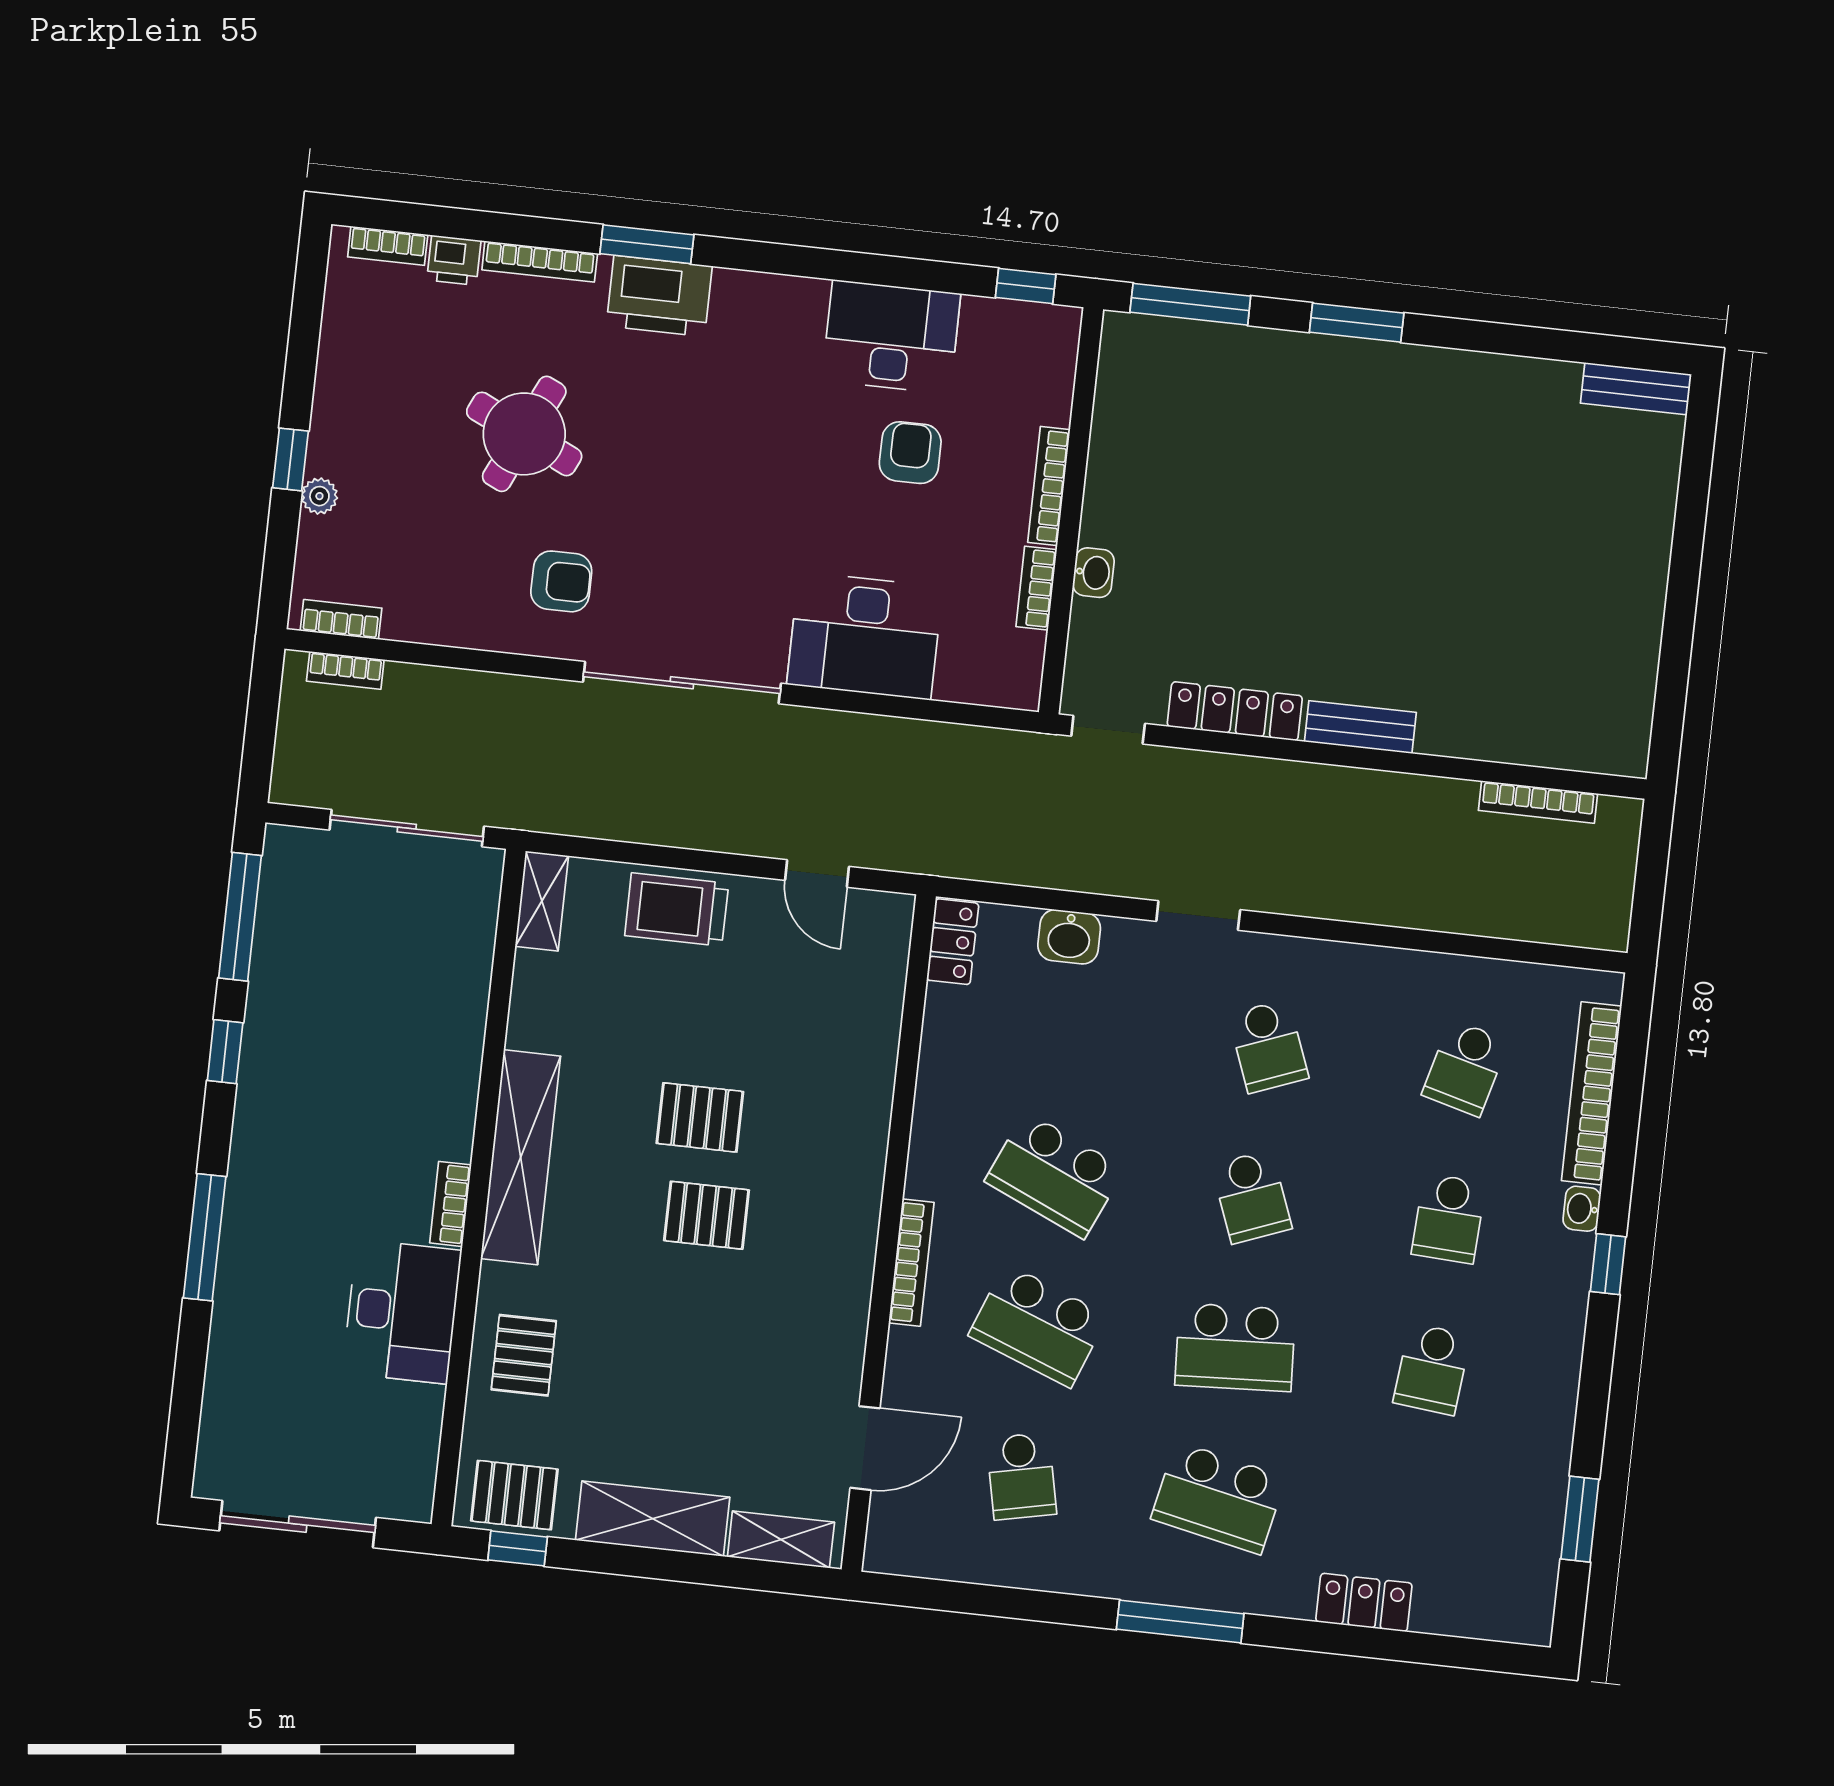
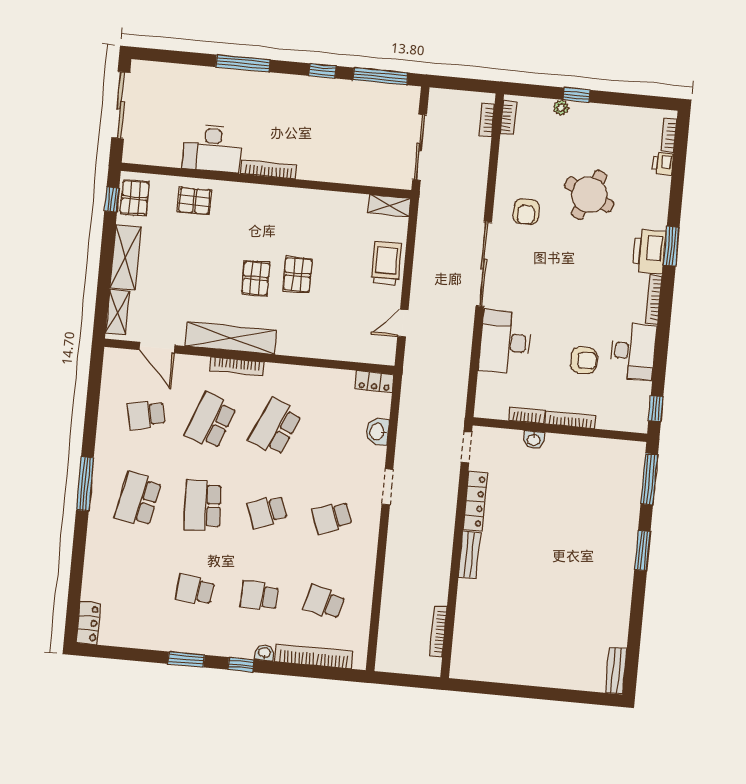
bookcase: (540, 262) -> (654, 299), moved
shelving: (521, 1157) -> (231, 338), moved
bookcase: (451, 1204) -> (269, 169), width x1.56
window: (1580, 1519) -> (186, 659), moved
locker: (1364, 1602) -> (89, 623), moved

